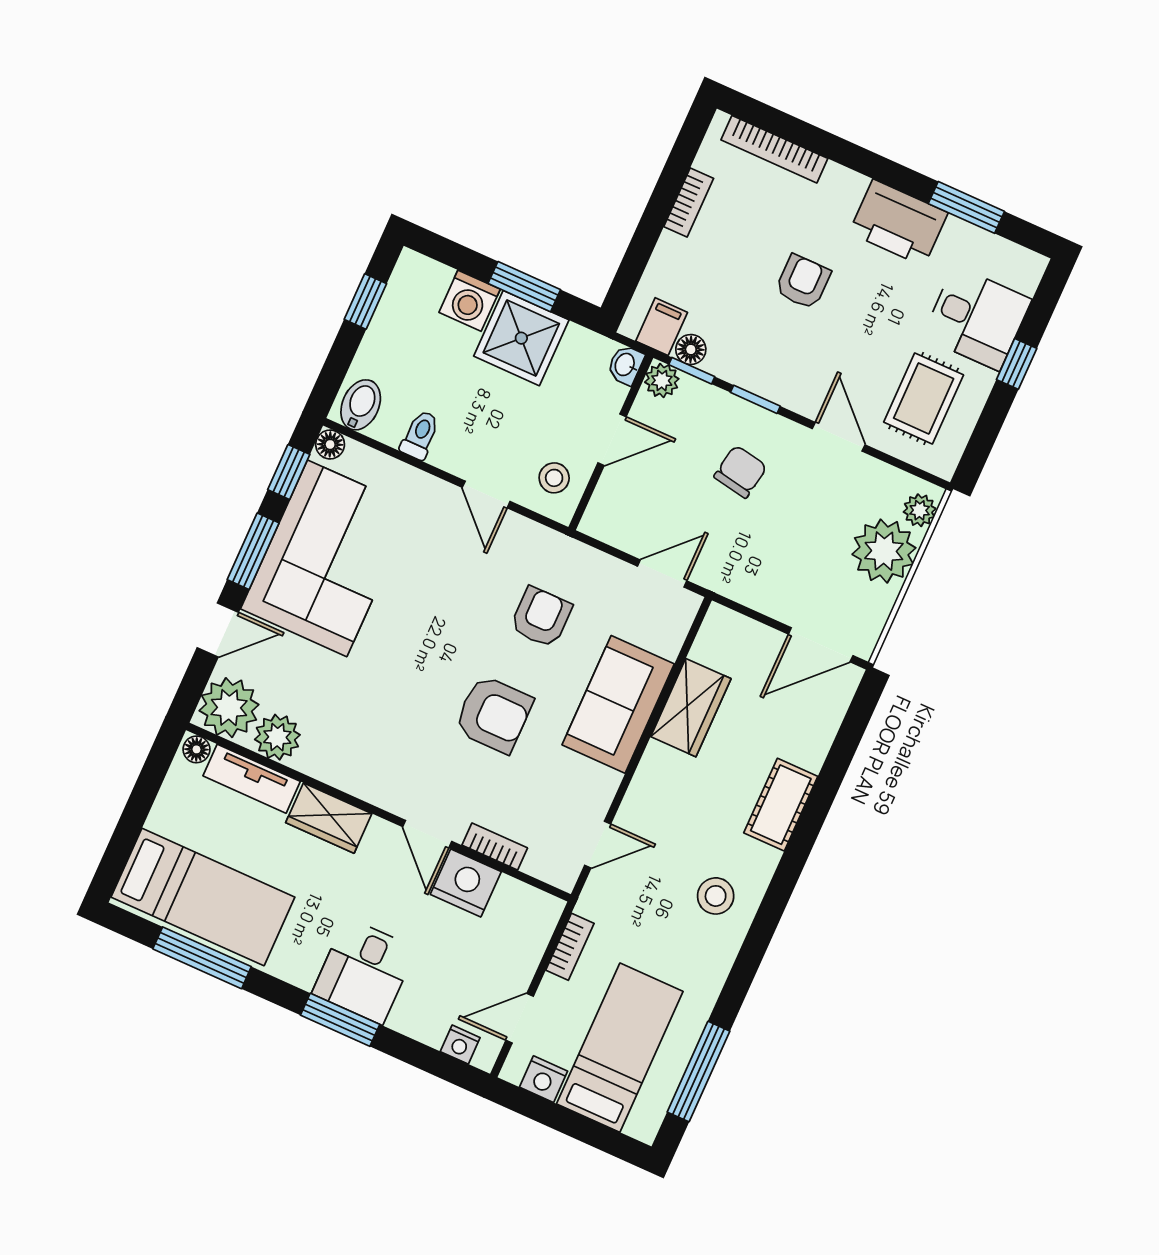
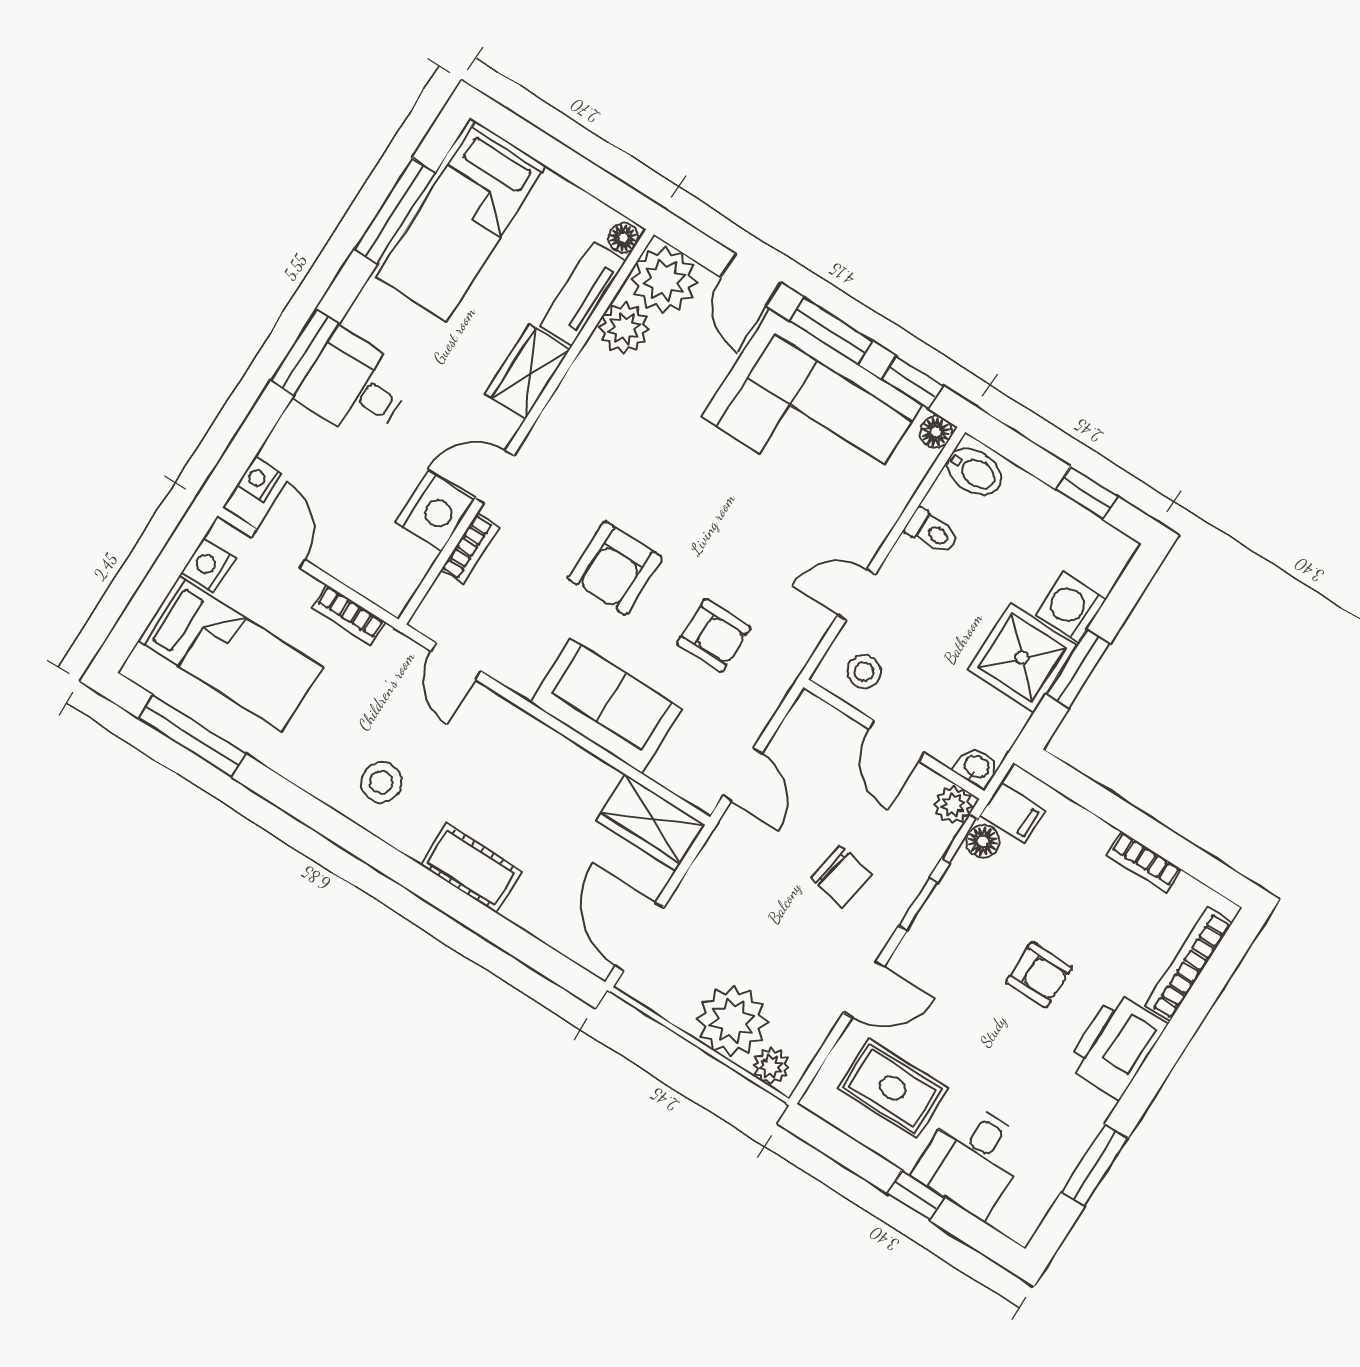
printer: (898, 223) -> (1116, 1045), moved
wardrobe: (691, 708) -> (651, 823), moved

